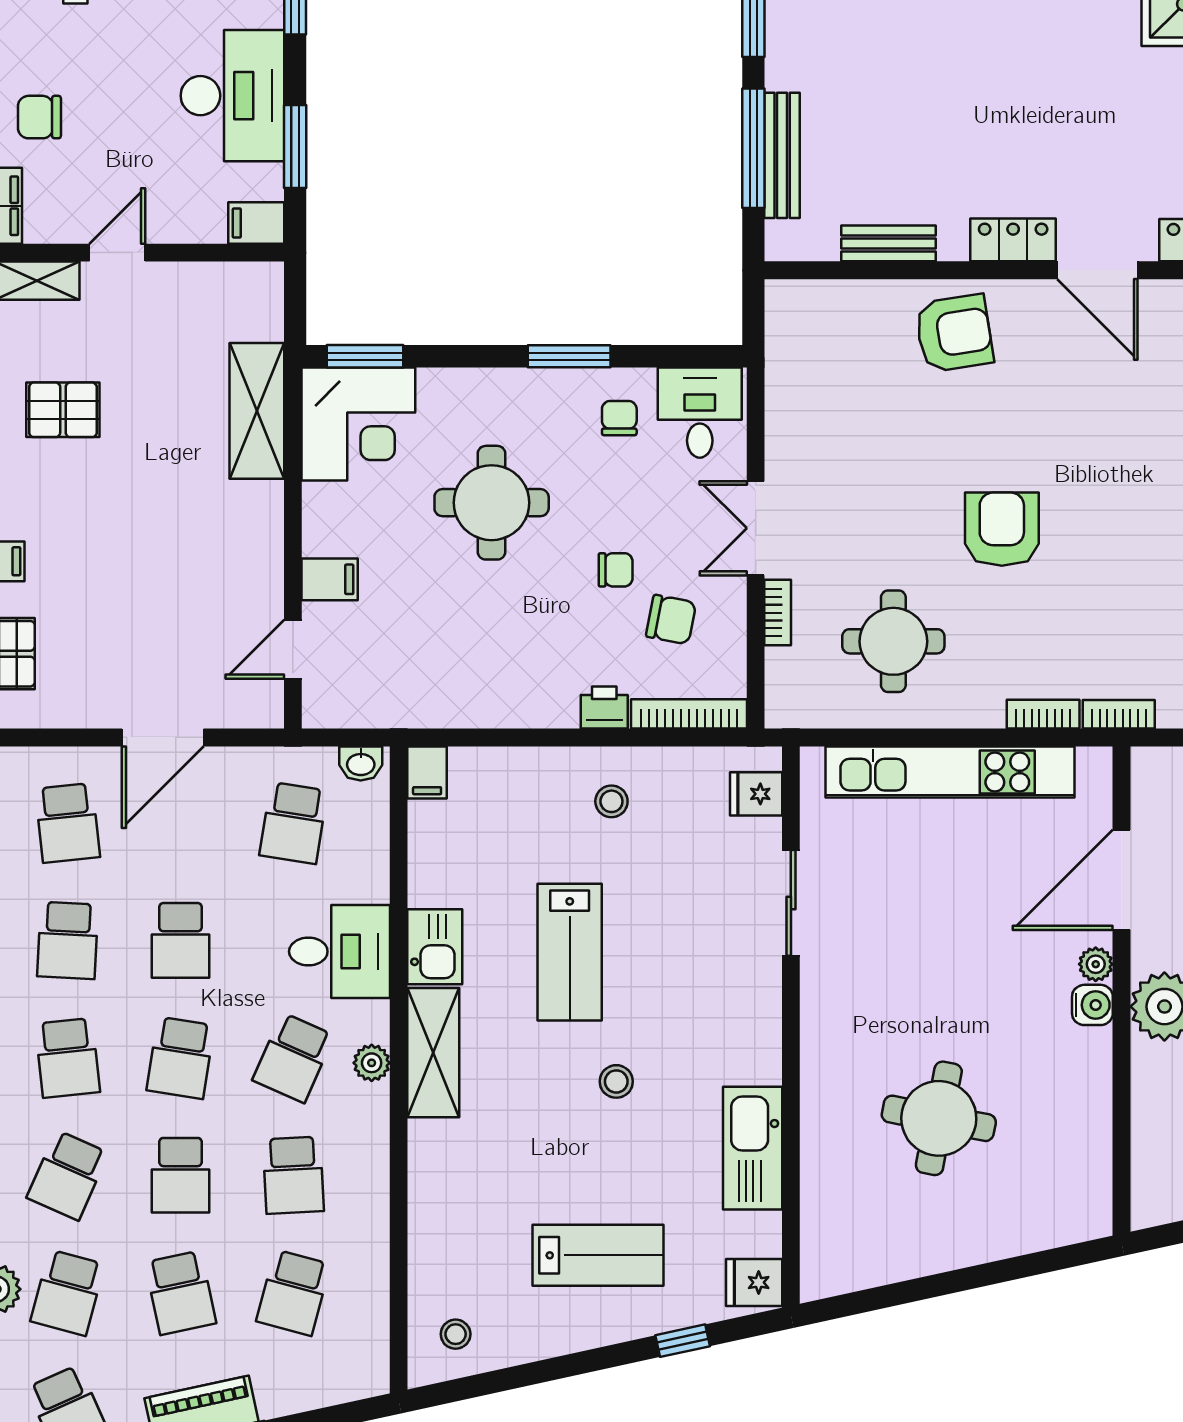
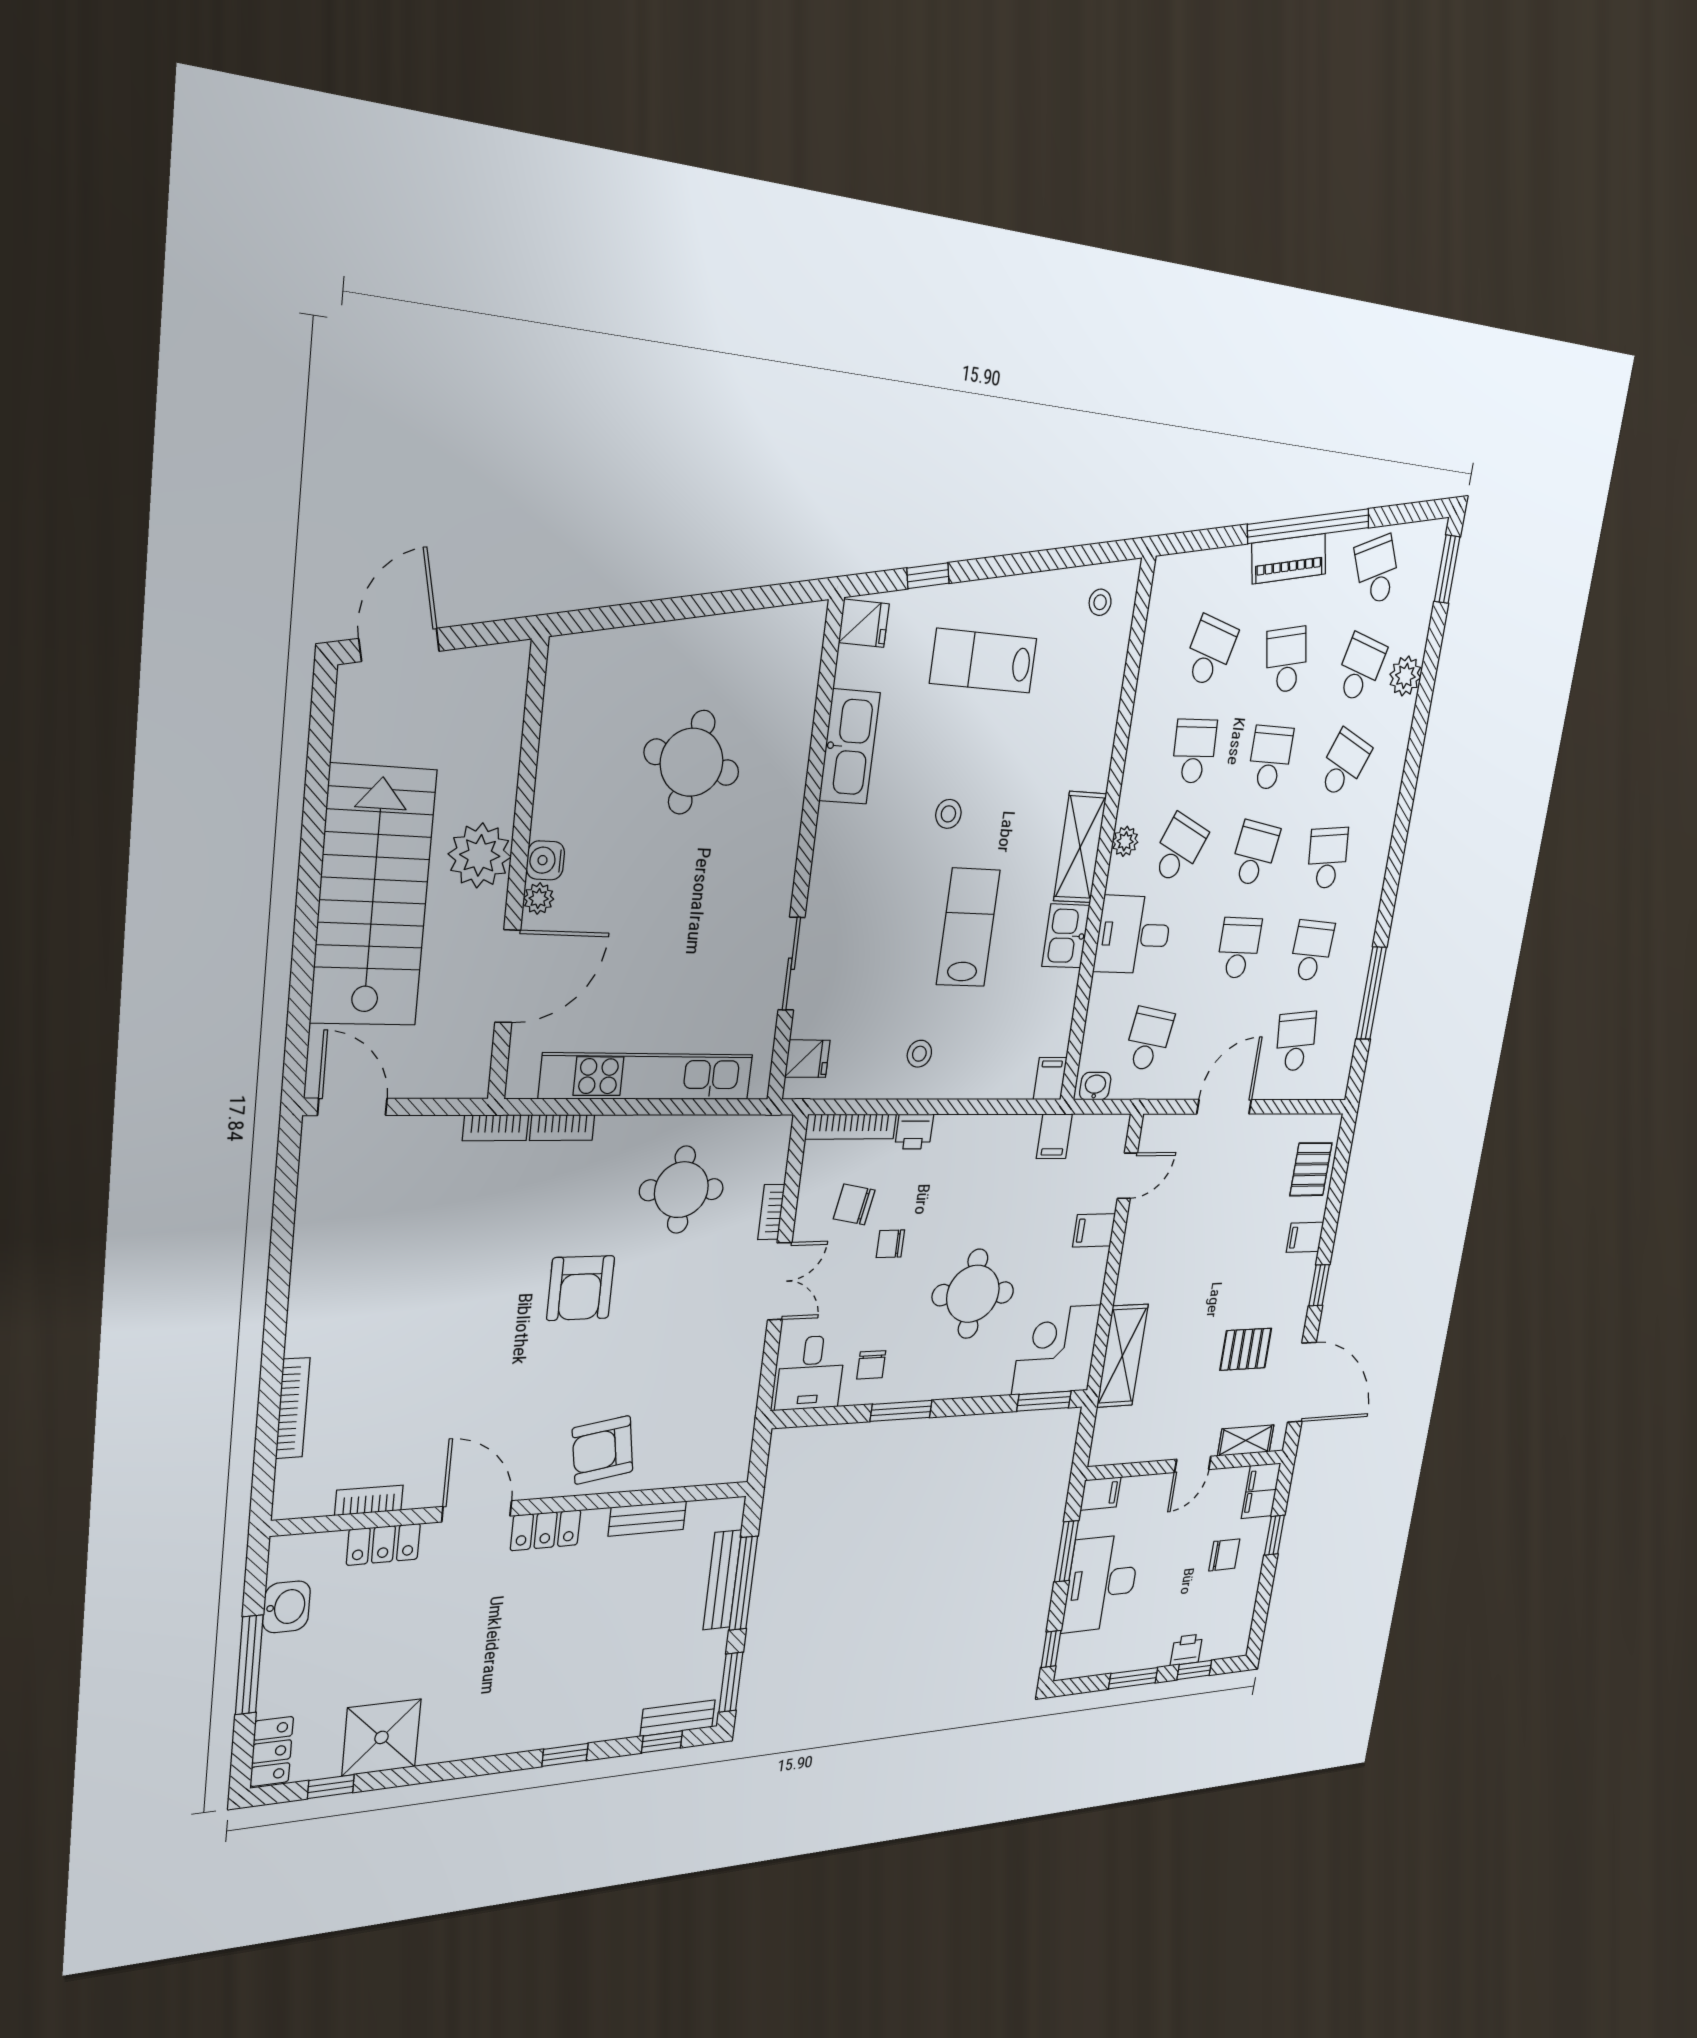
filing cabinet: (409, 701) -> (1054, 1136), added

